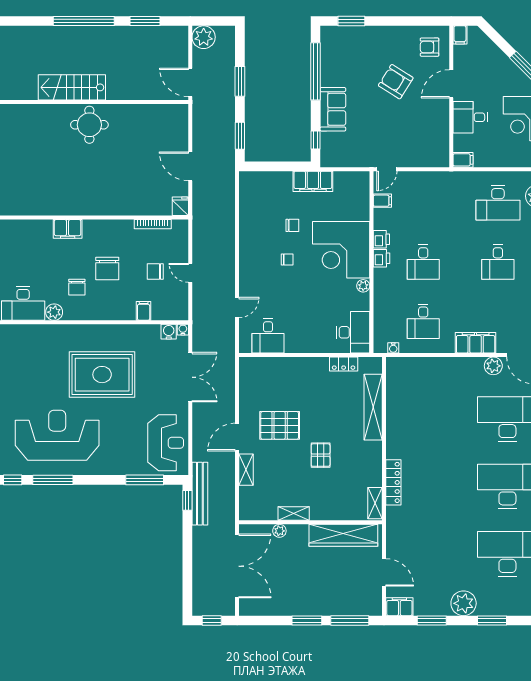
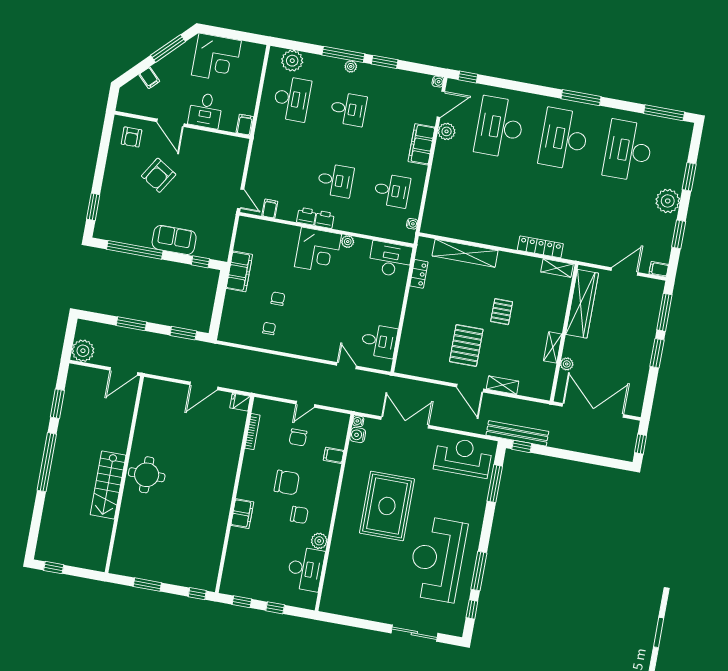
filing cabinet: (460, 35) -> (149, 78), moved, turned 45
corner desk: (341, 250) -> (318, 251), width x0.74, depth x0.74
chair: (287, 259) -> (269, 328), moved
pallet: (321, 455) -> (502, 312), turned 90
filing cabinet: (399, 607) -> (659, 269), width x0.50

